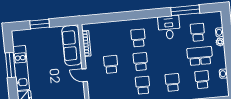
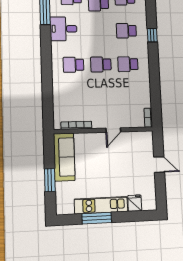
sofa: (72, 45) -> (64, 157), moved, turned -90
school desk: (111, 64) -> (102, 99), removed

